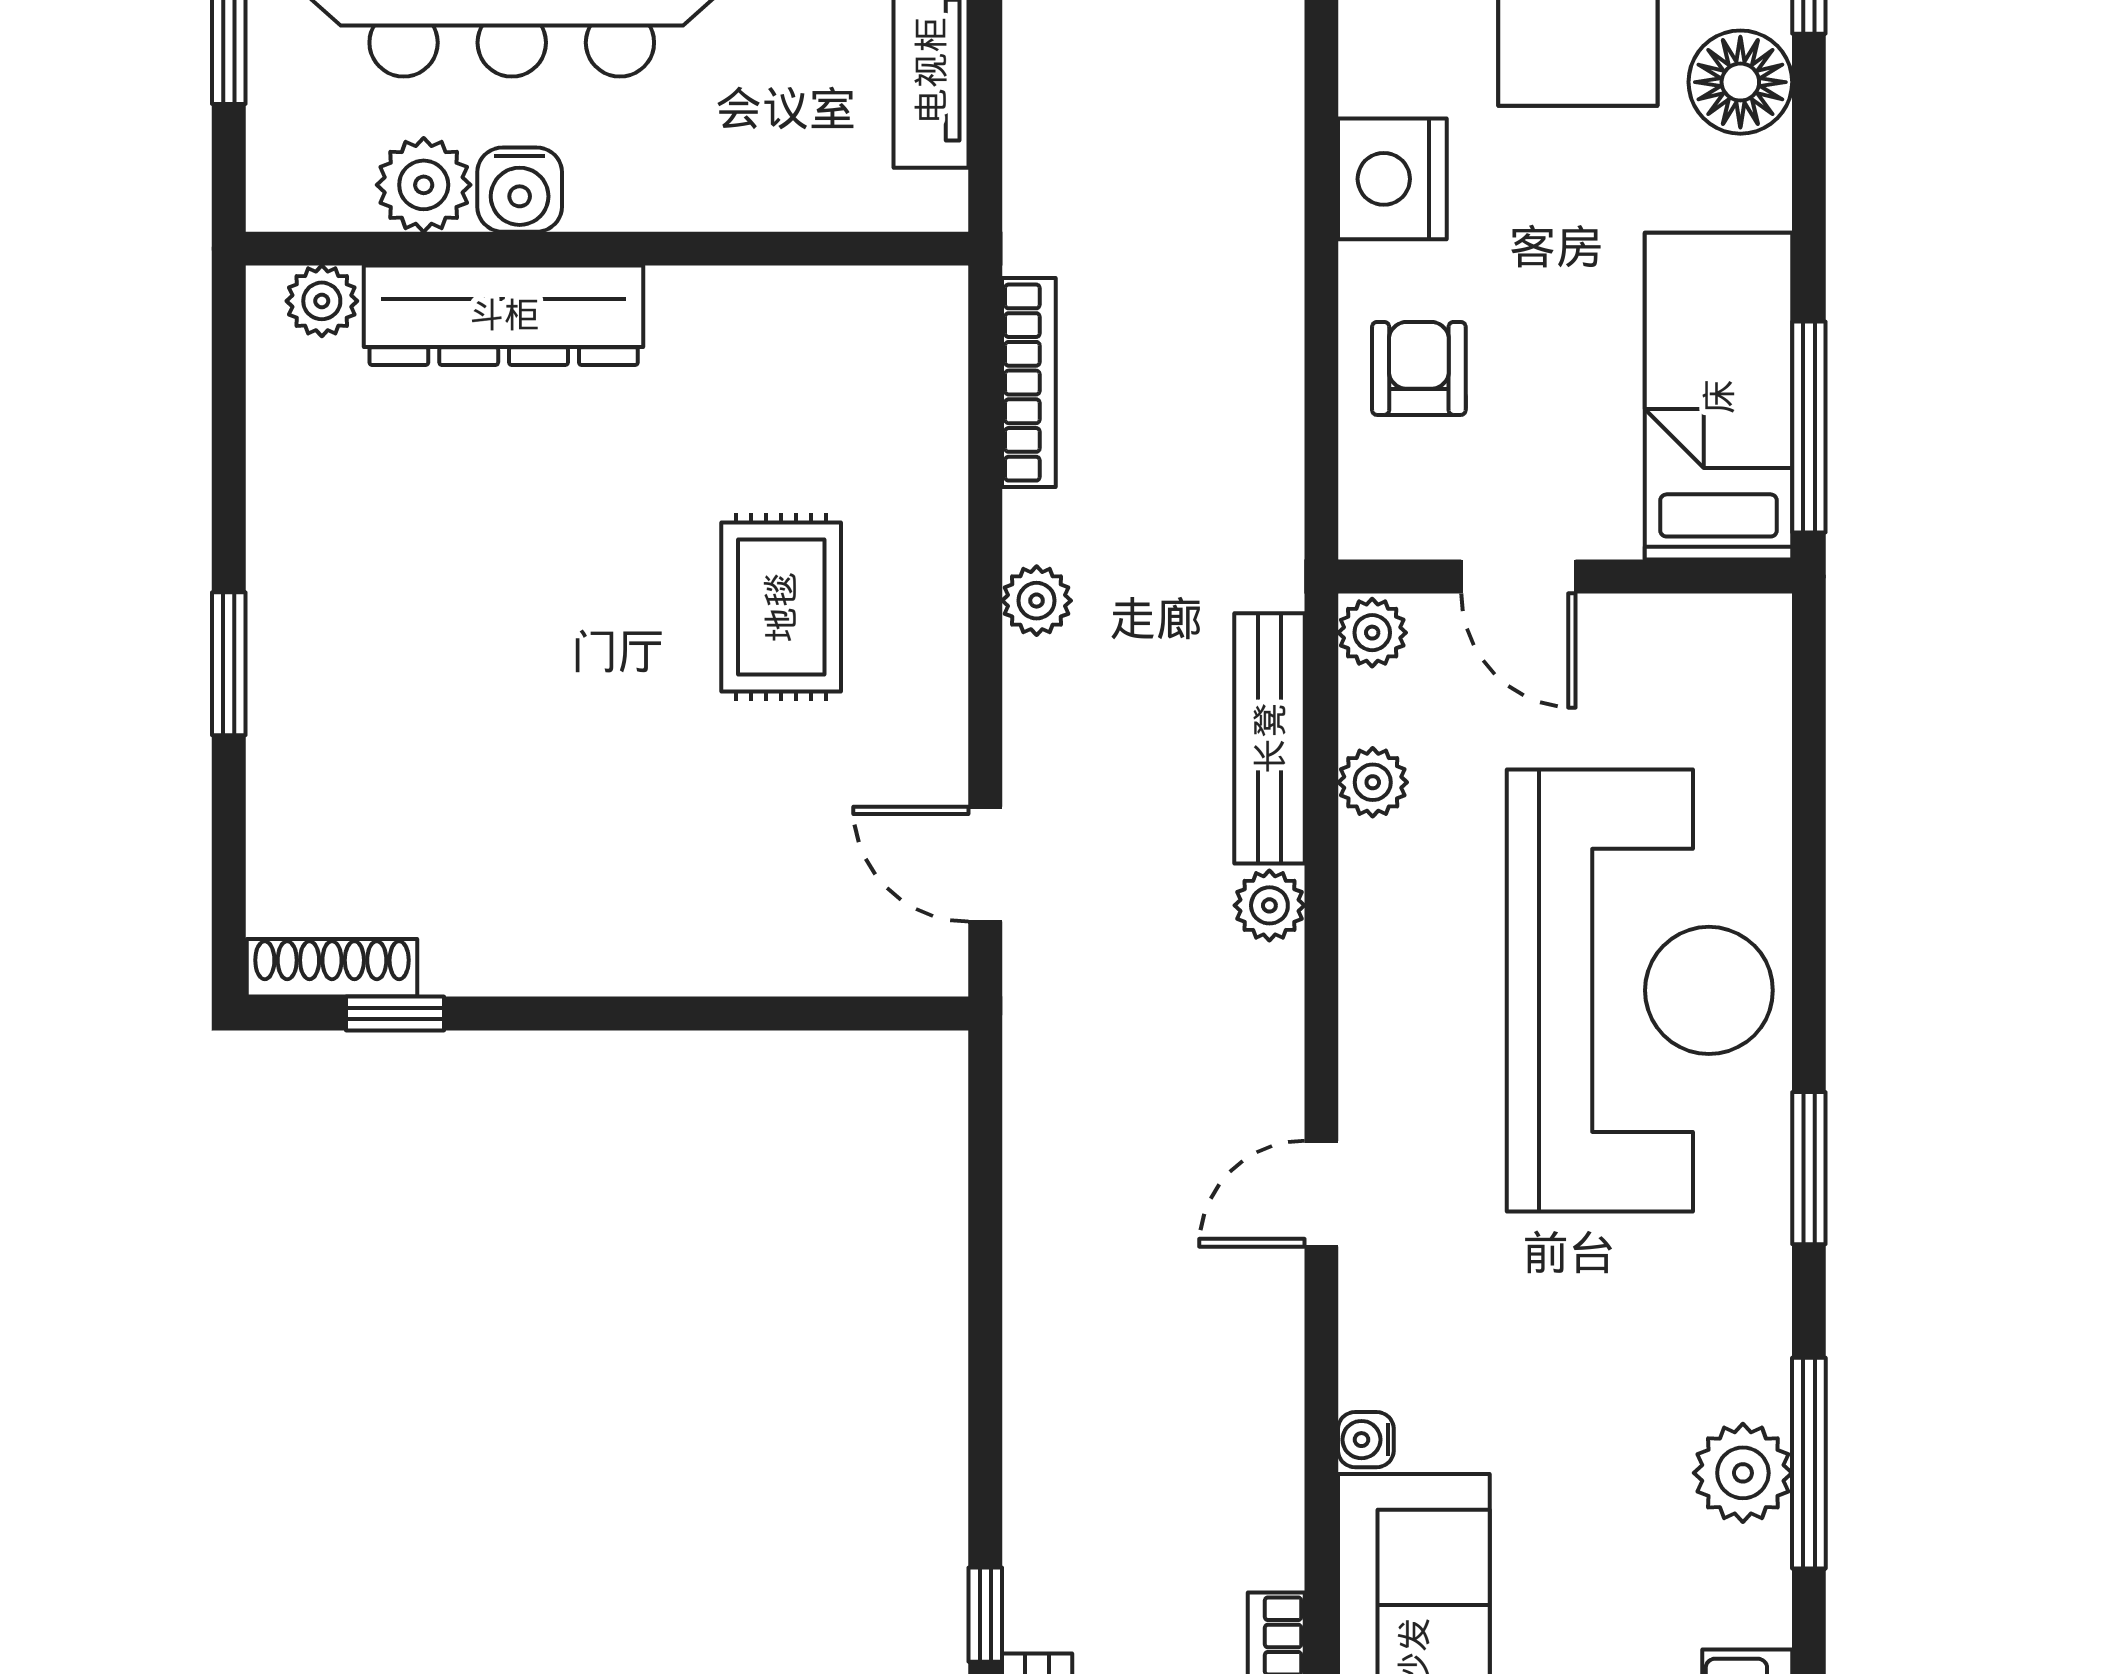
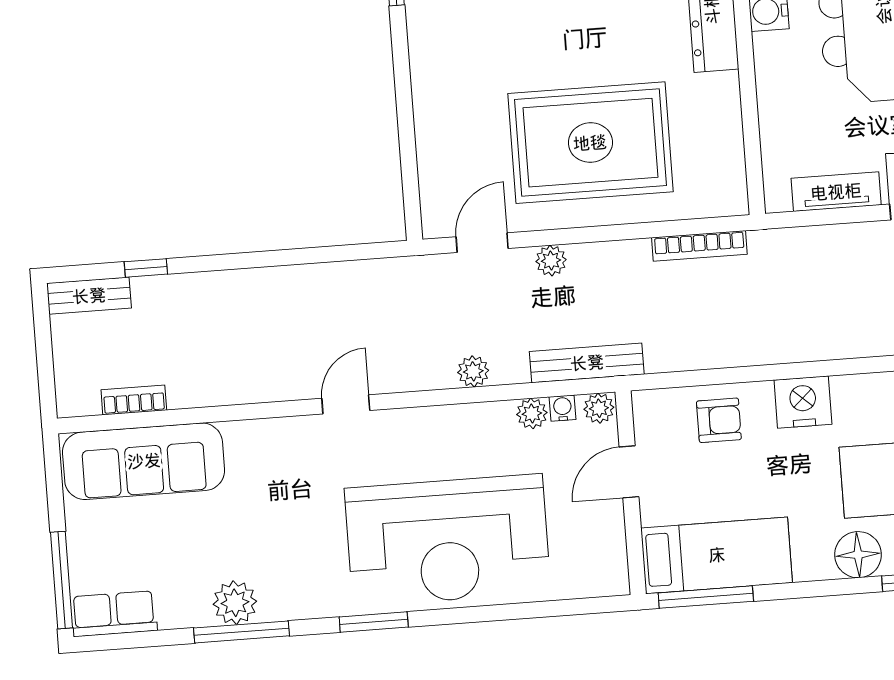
plant: (1037, 601) -> (551, 261), moved
rug: (781, 607) -> (590, 143), width x1.86, depth x2.06
bench: (1270, 738) -> (587, 363), moved
door: (1321, 1194) -> (346, 404), hinge flipped
water cooler: (1366, 1440) -> (563, 408), moved

